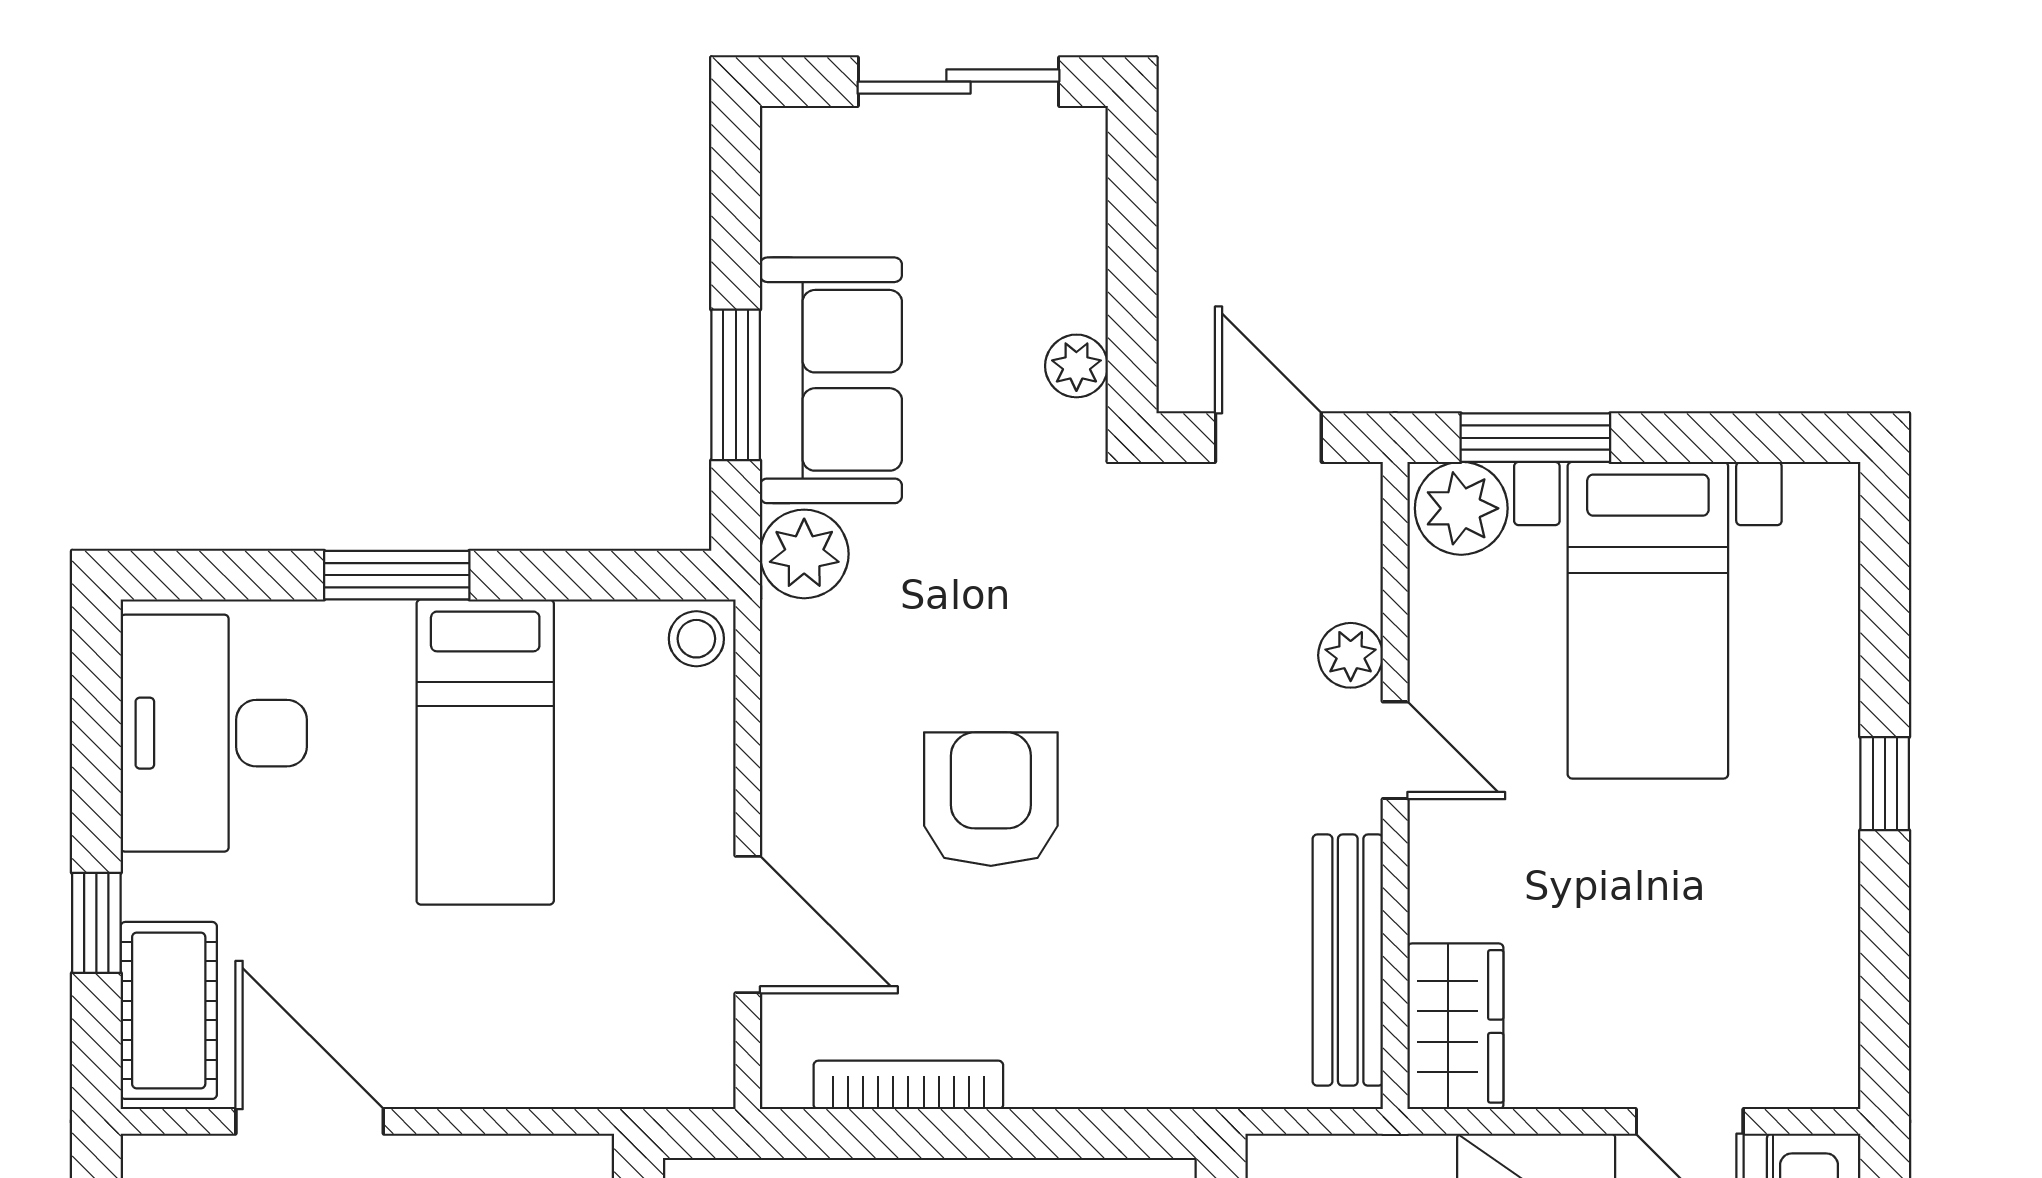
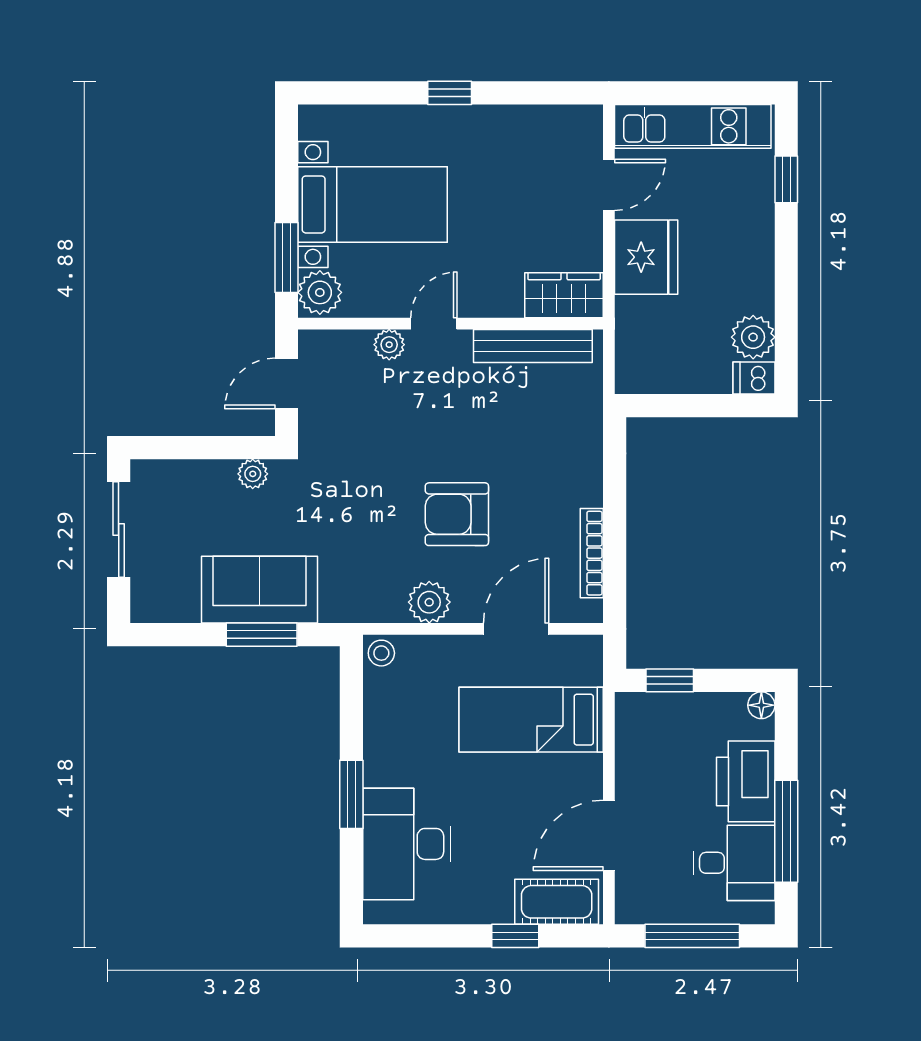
plant: (804, 554) -> (429, 602), moved
desk: (214, 733) -> (407, 844), moved, turned 90
bed: (485, 752) -> (531, 720), moved, turned 180

